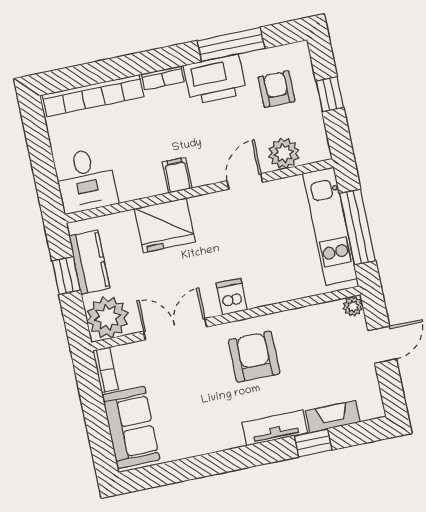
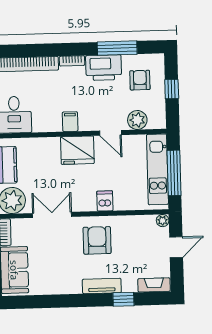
door: (245, 181) -> (111, 133), swing flipped
fridge: (165, 225) -> (77, 150), moved
dishwasher: (232, 297) -> (105, 201), moved
fireplace: (333, 417) -> (154, 285), moved

